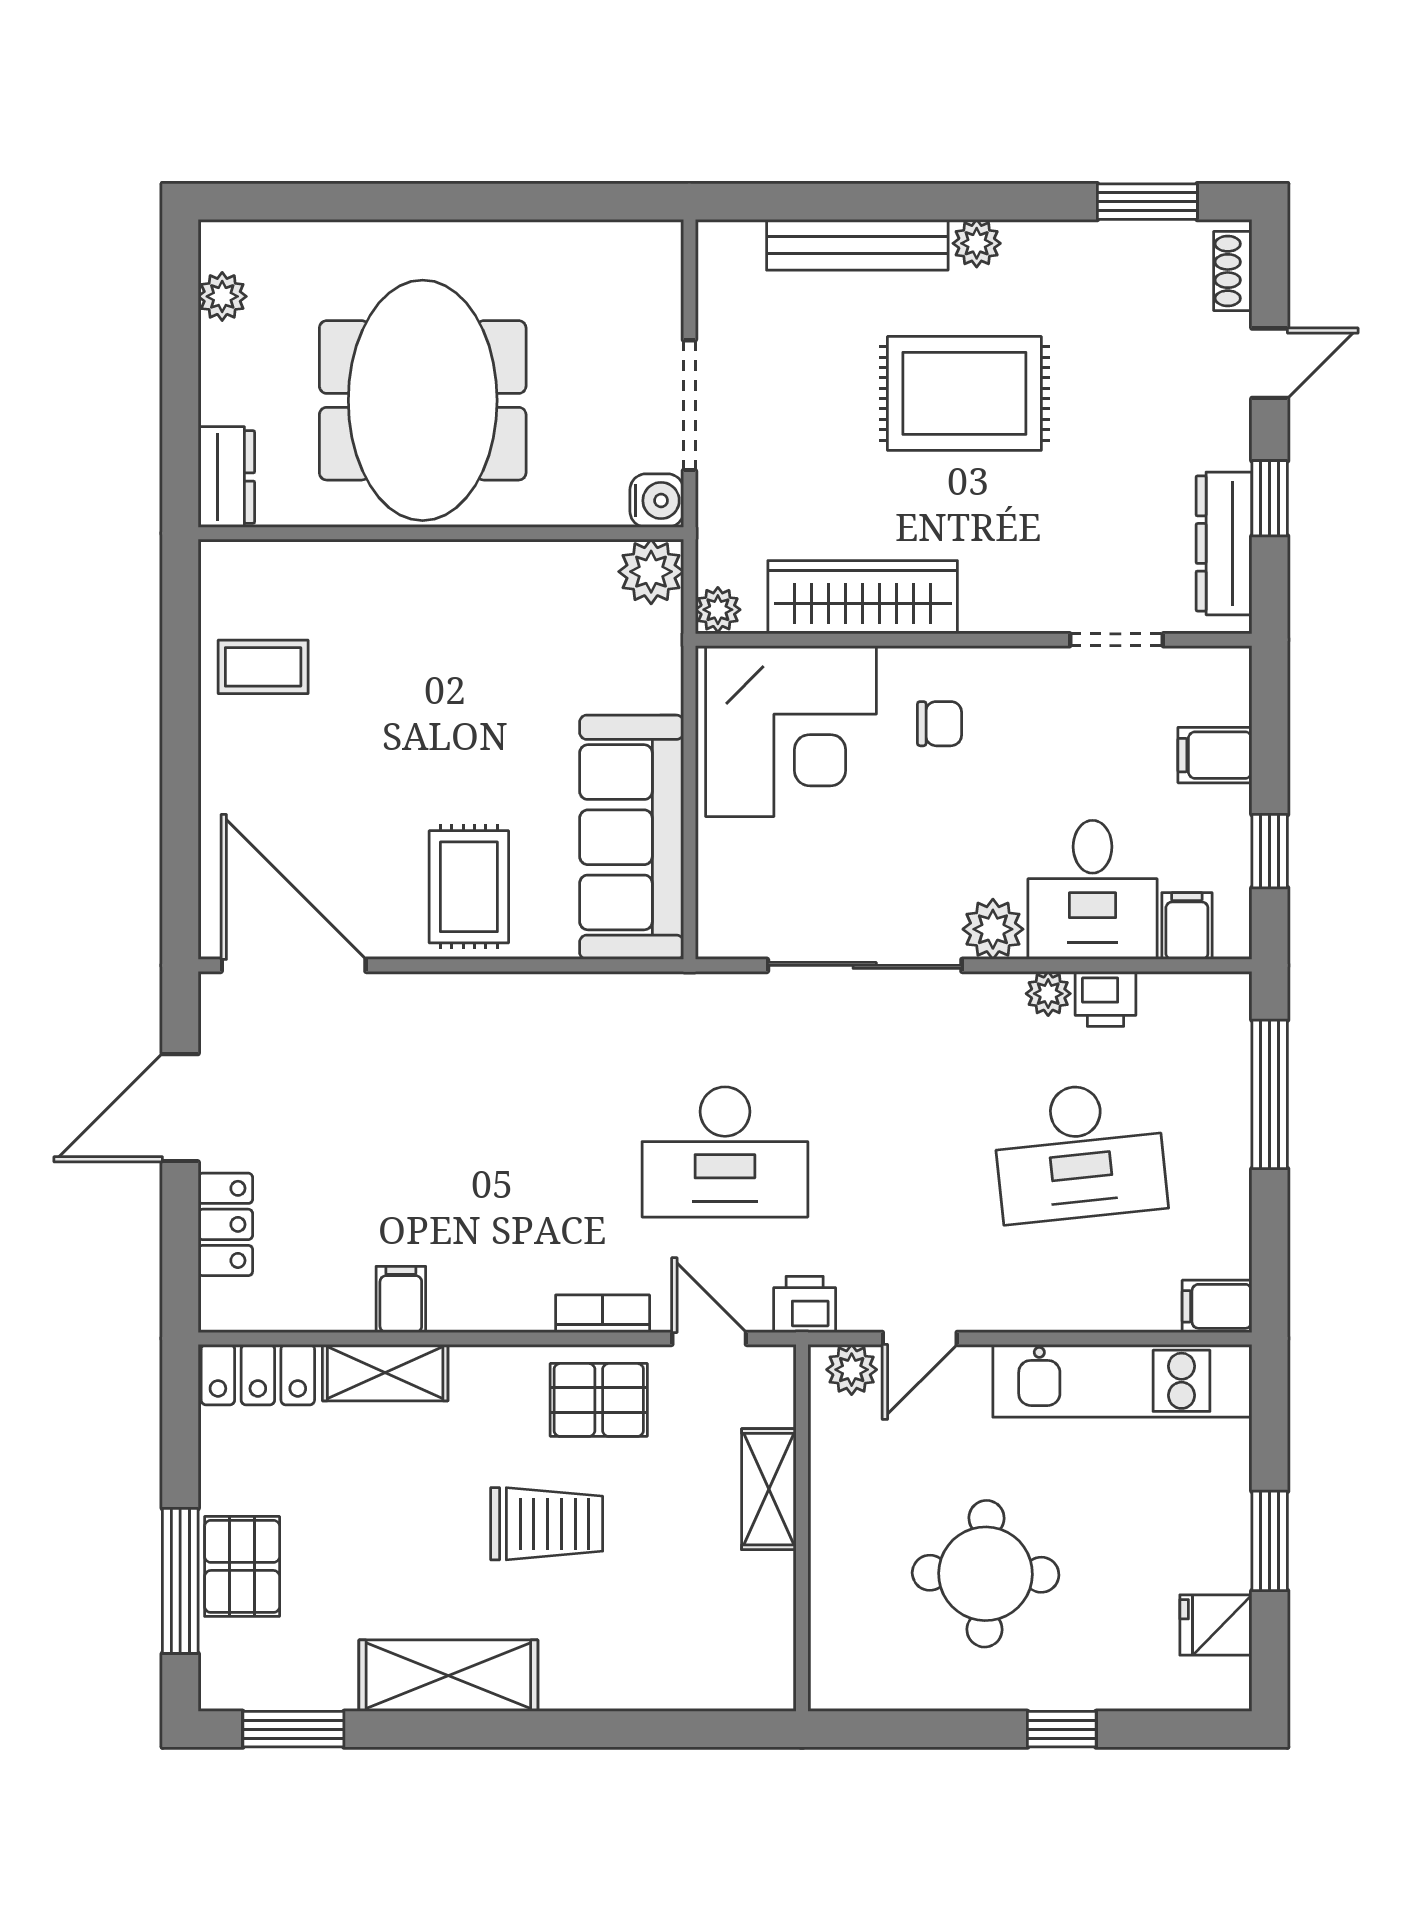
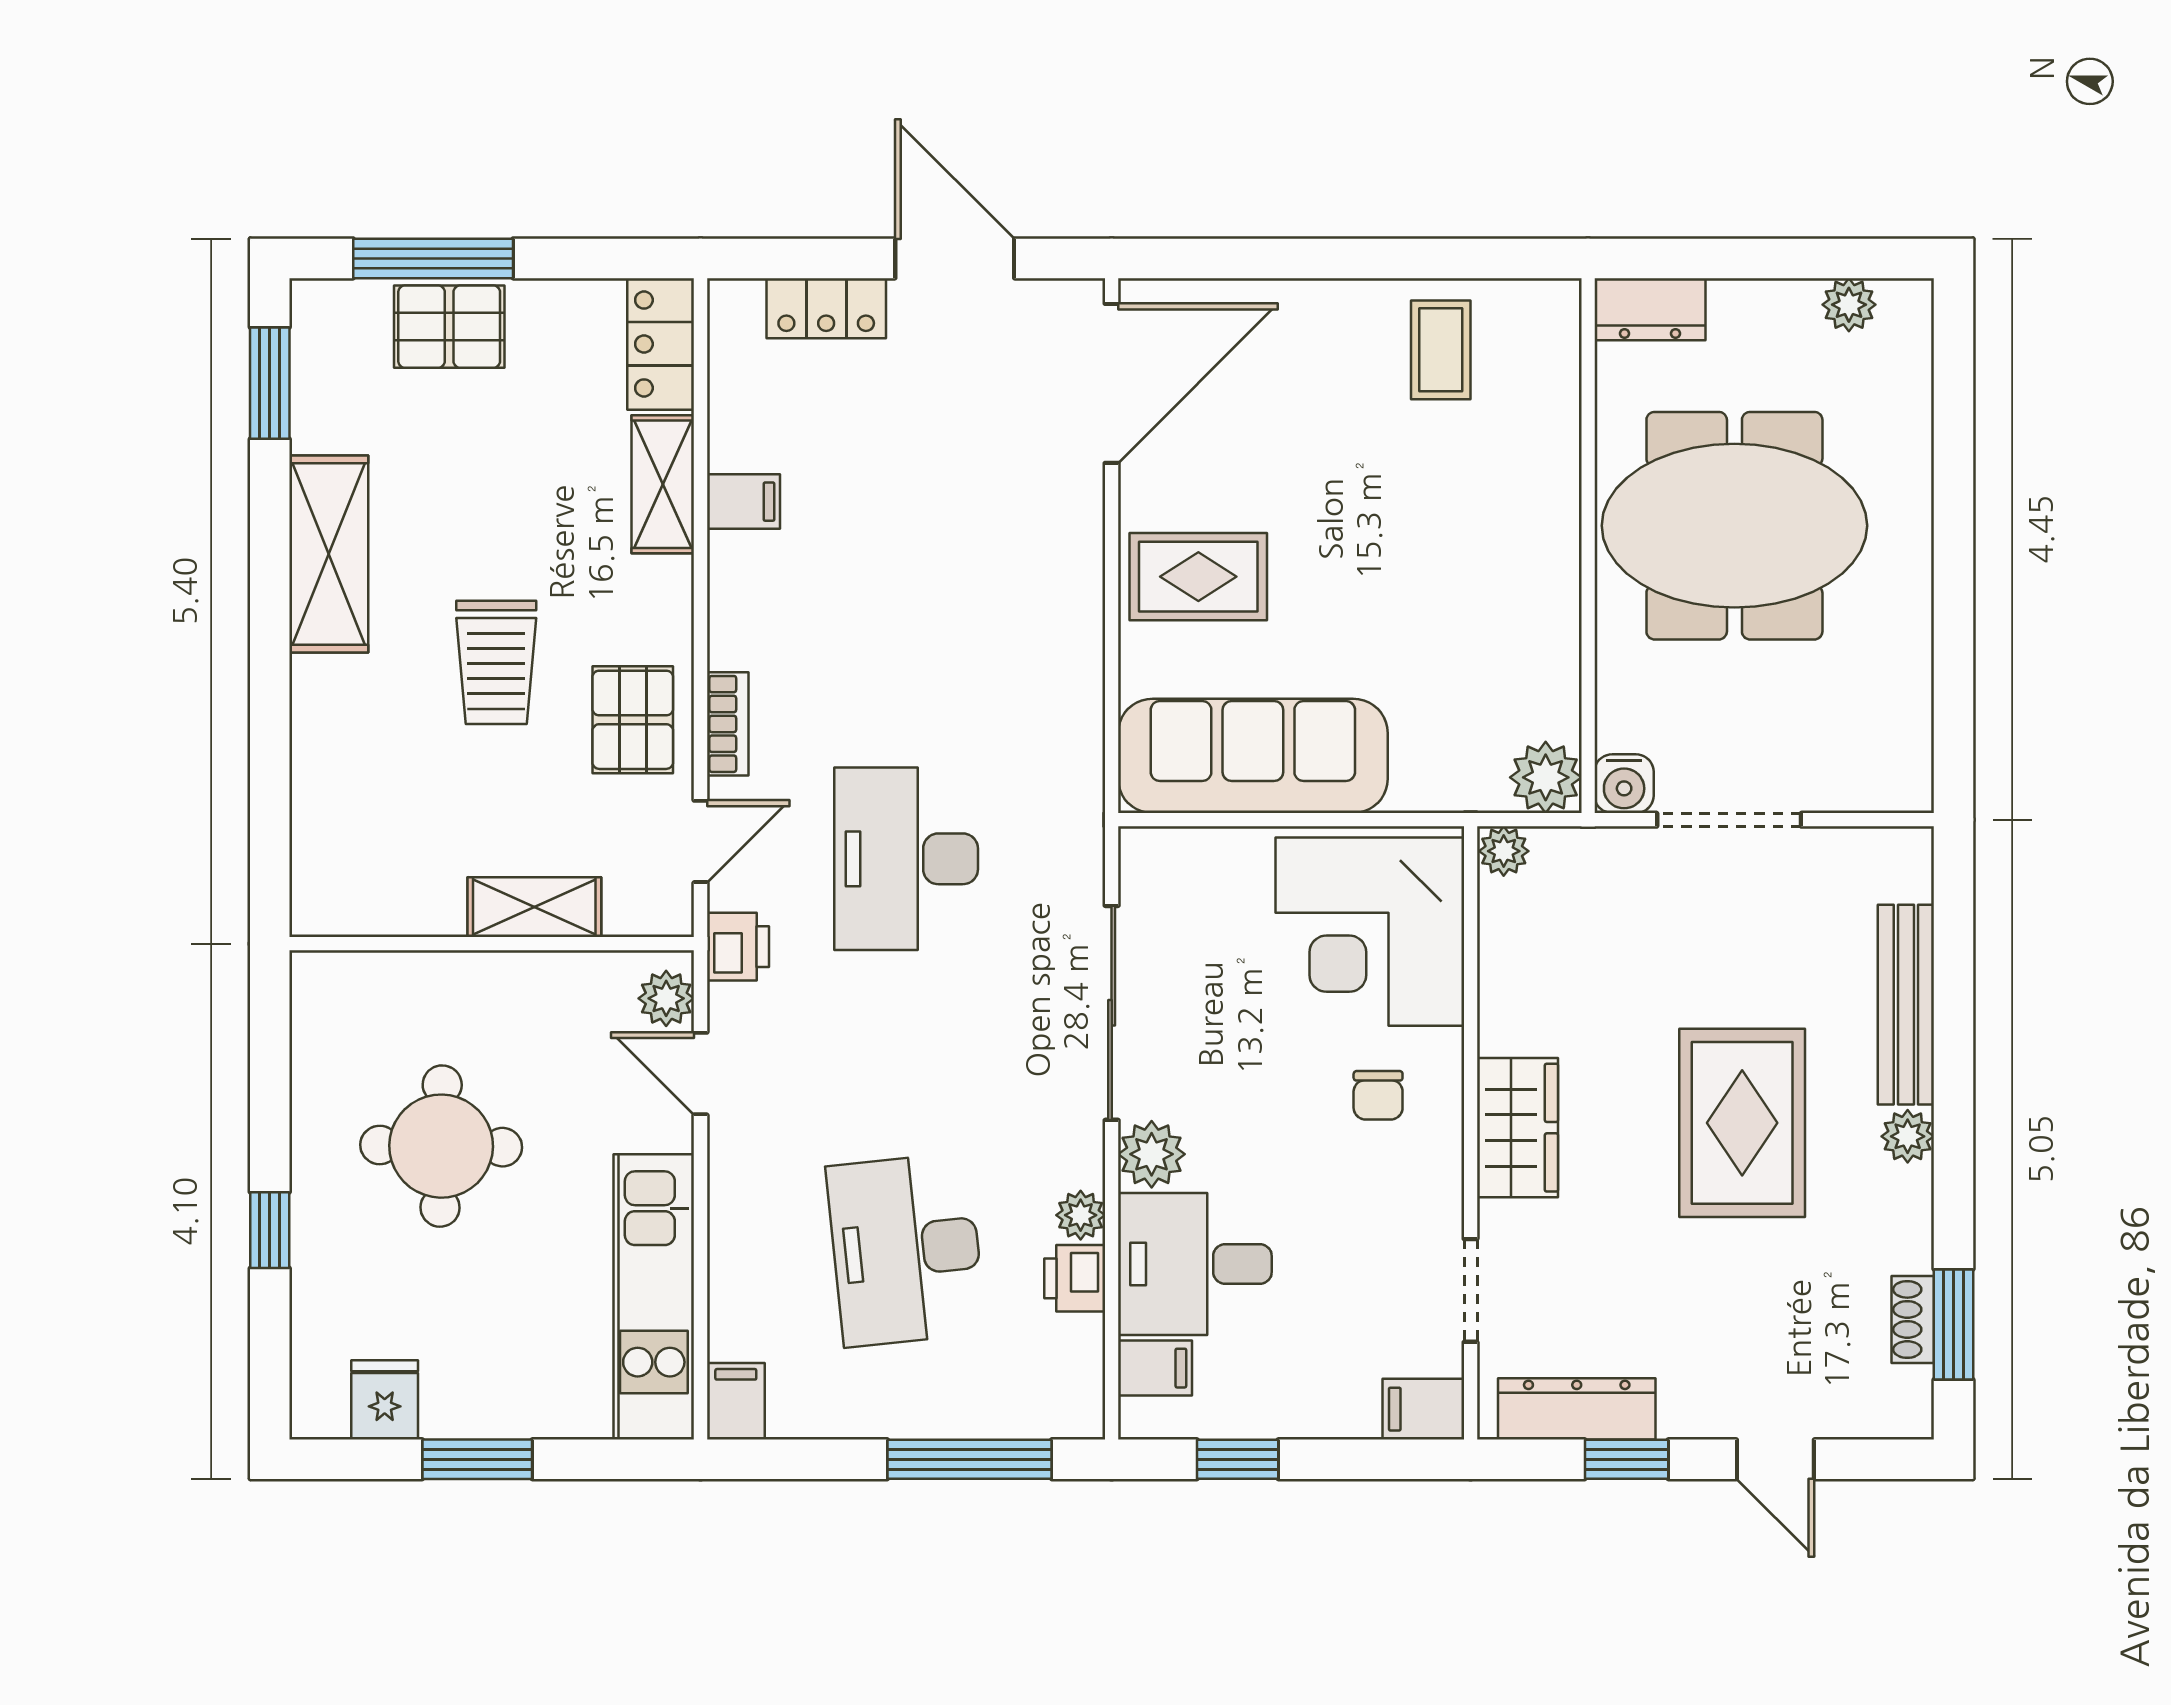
shoe rack: (1233, 271) -> (1913, 1319), moved, turned -90
wardrobe: (863, 597) -> (1517, 1128), moved, width x0.67
filing cabinet: (1215, 755) -> (1423, 1409), moved, turned -90

